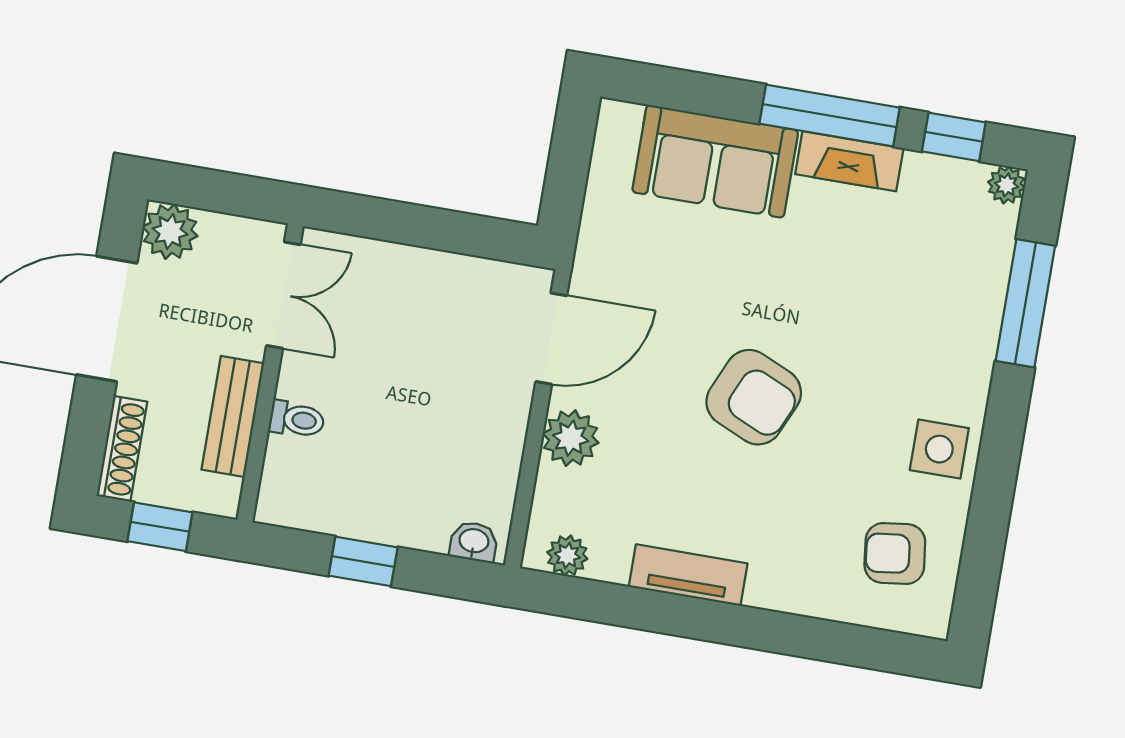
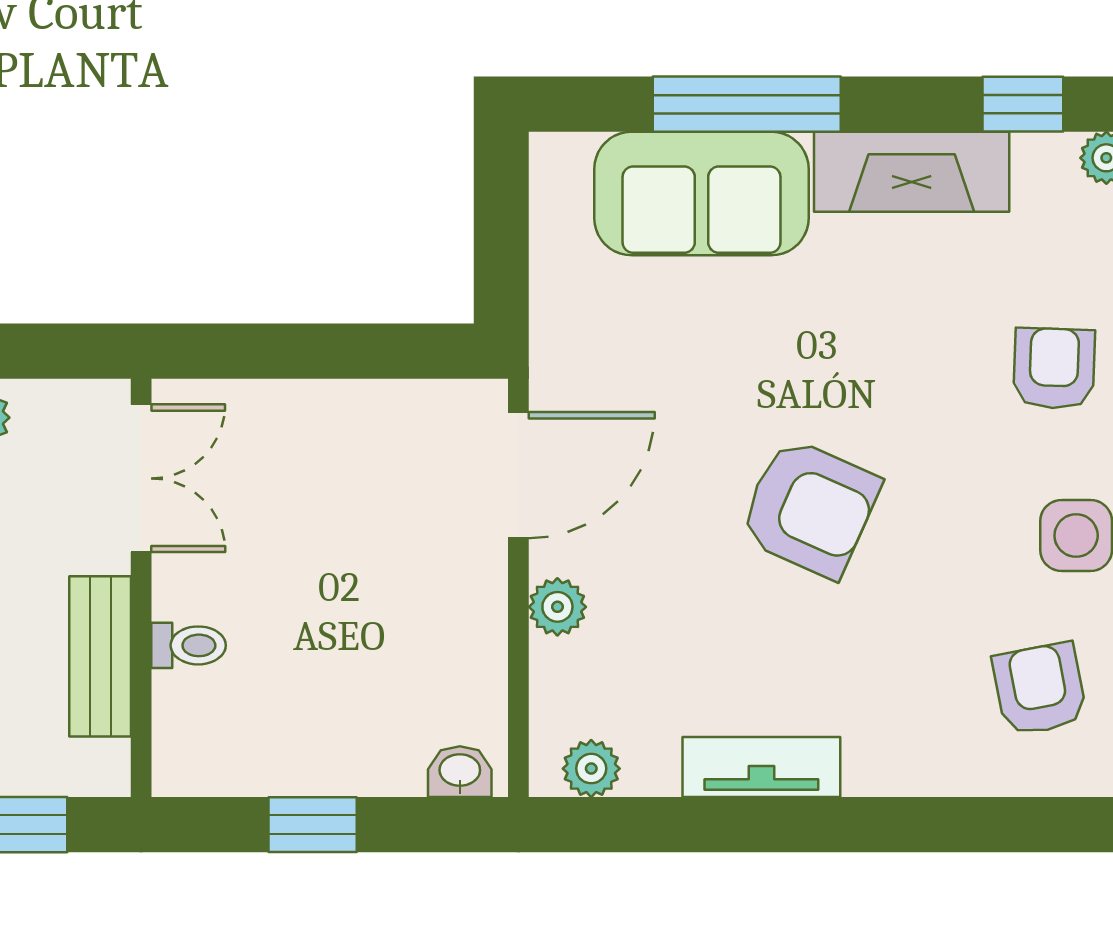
window: (830, 116) -> (747, 104), moved
fireplace: (849, 161) -> (912, 172), width x1.37, depth x1.32
armchair: (944, 328) -> (1054, 368), added
plant: (571, 438) -> (557, 607), width x0.73, depth x0.73
armchair: (895, 554) -> (1040, 689), turned 86

